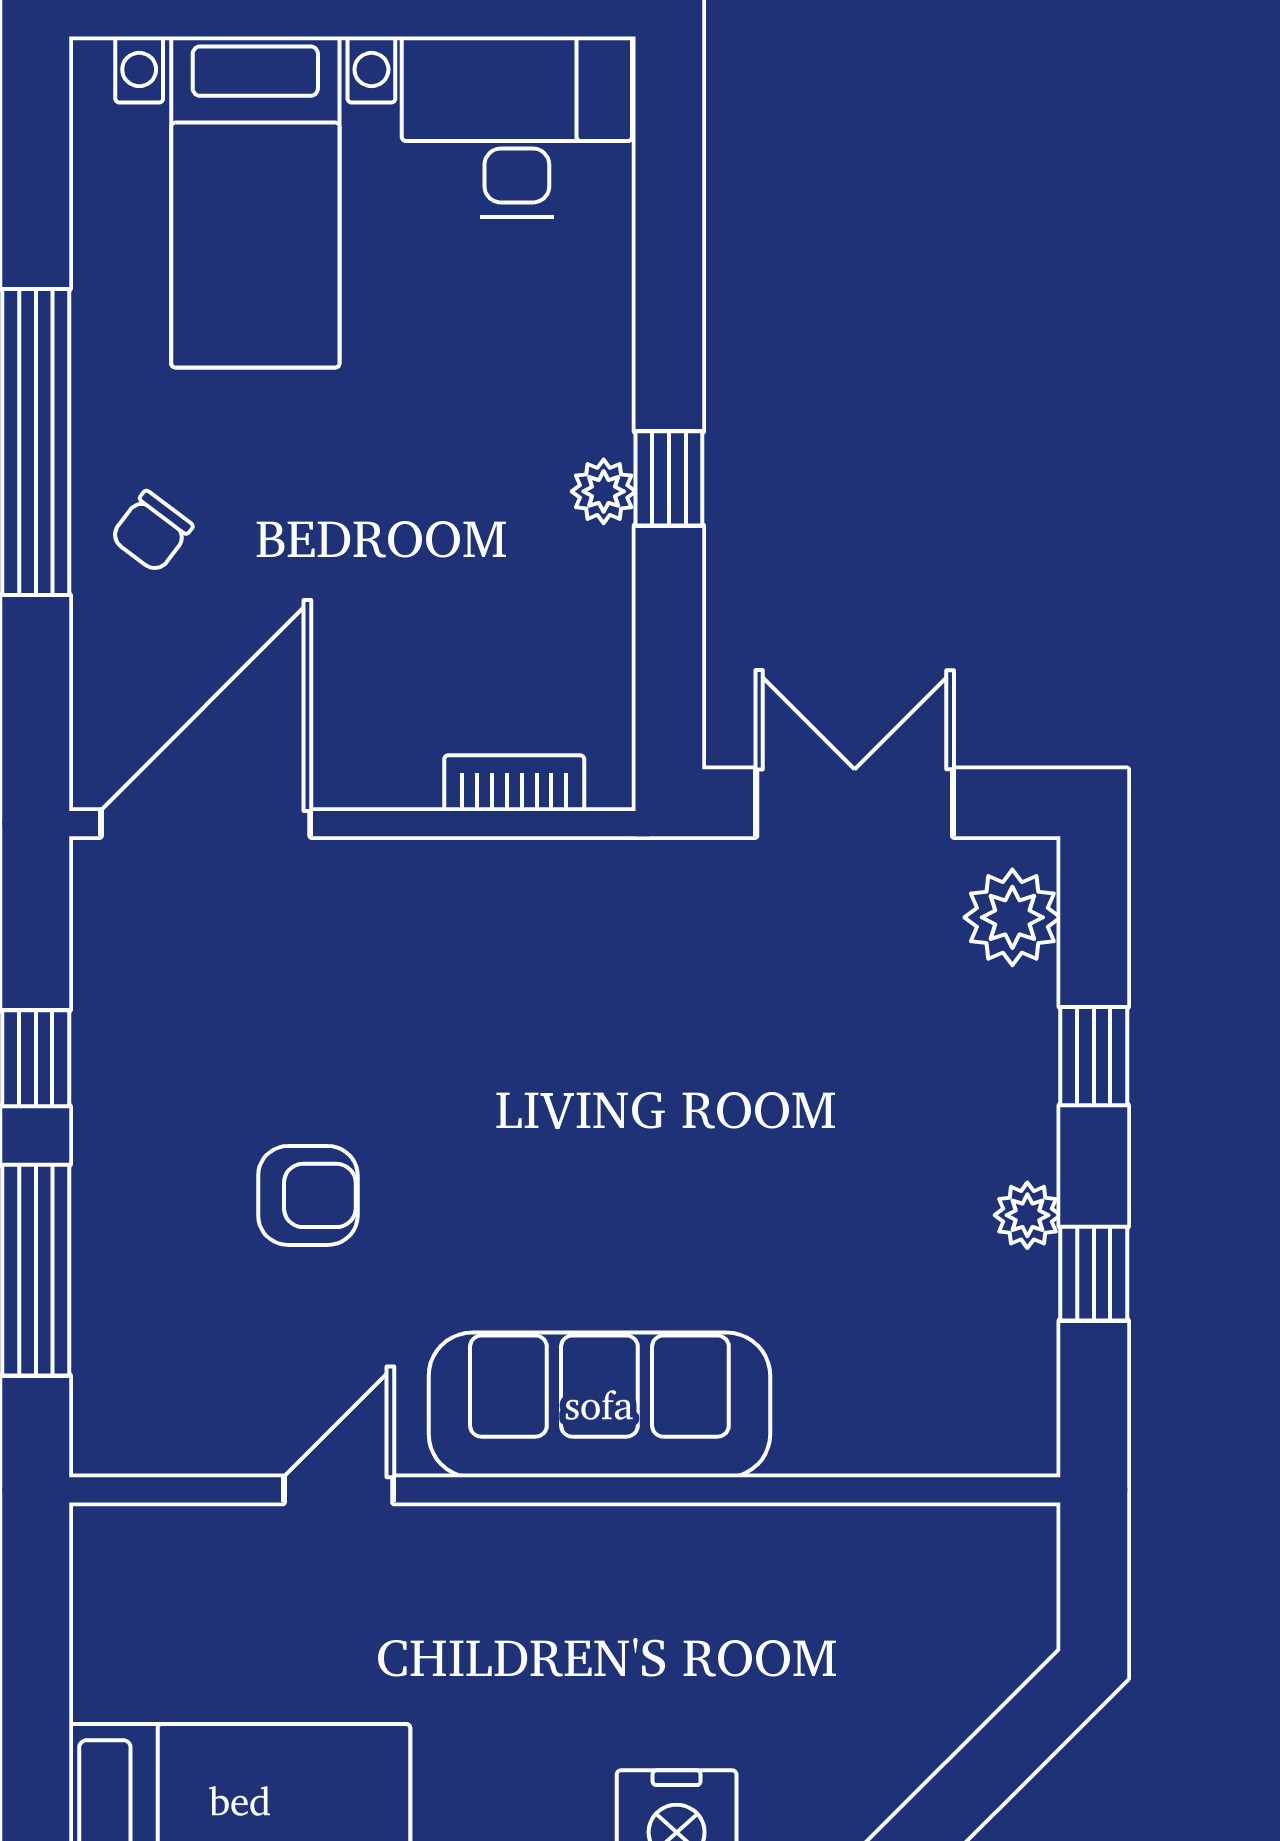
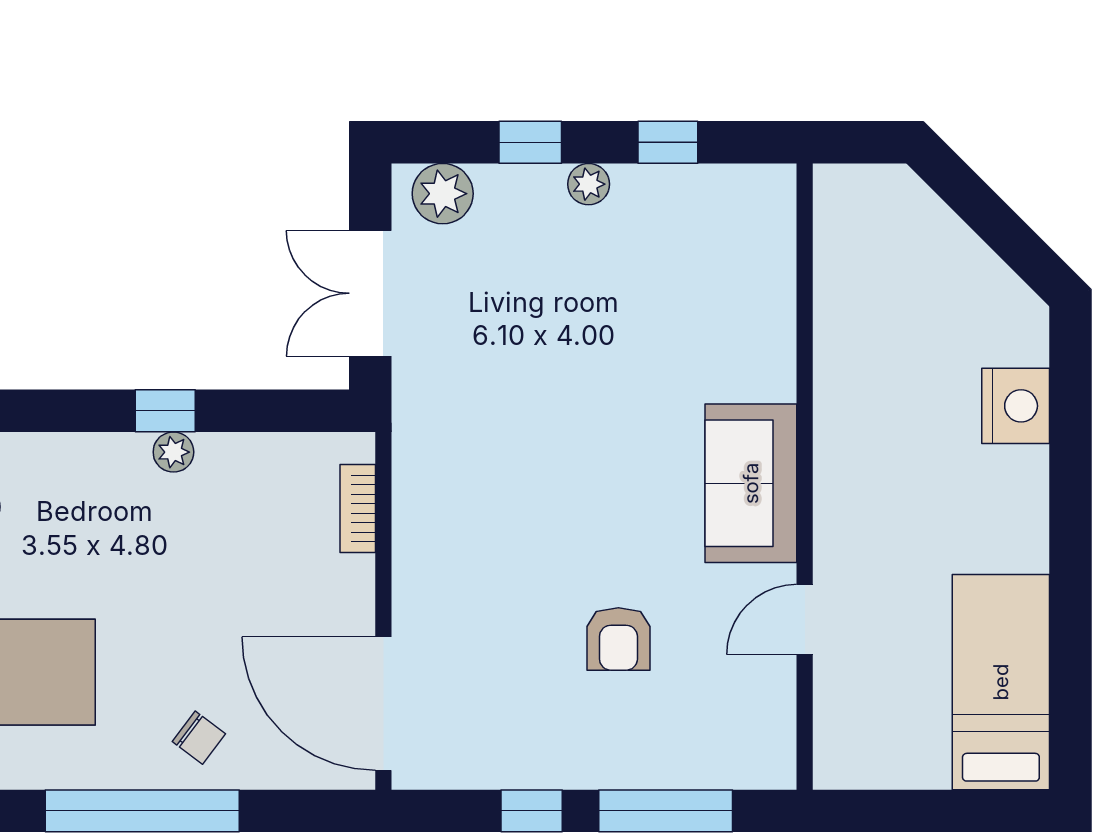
armchair: (308, 1195) -> (618, 639), turned 180
plant: (1027, 1215) -> (589, 184), moved
sofa: (599, 1405) -> (751, 483), width x0.73
door: (339, 1490) -> (805, 620), hinge flipped

